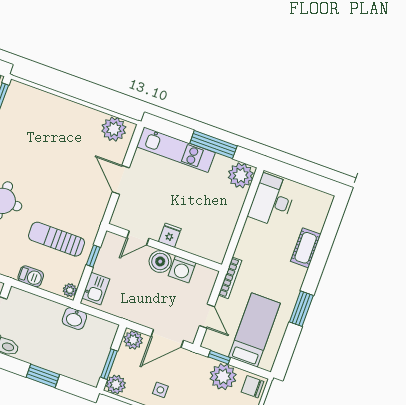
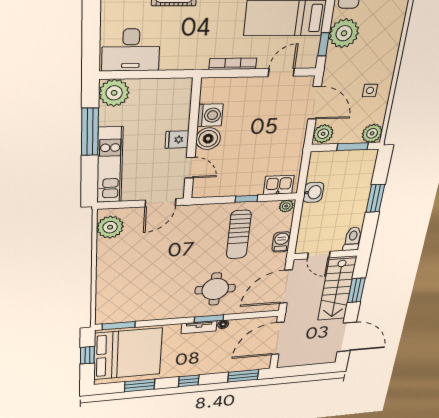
fridge: (170, 235) -> (177, 140), moved
door: (138, 238) -> (190, 168), moved
wall: (164, 248) -> (192, 140), moved
boiler: (160, 261) -> (208, 139), moved
washing machine: (182, 269) -> (210, 115), moved

